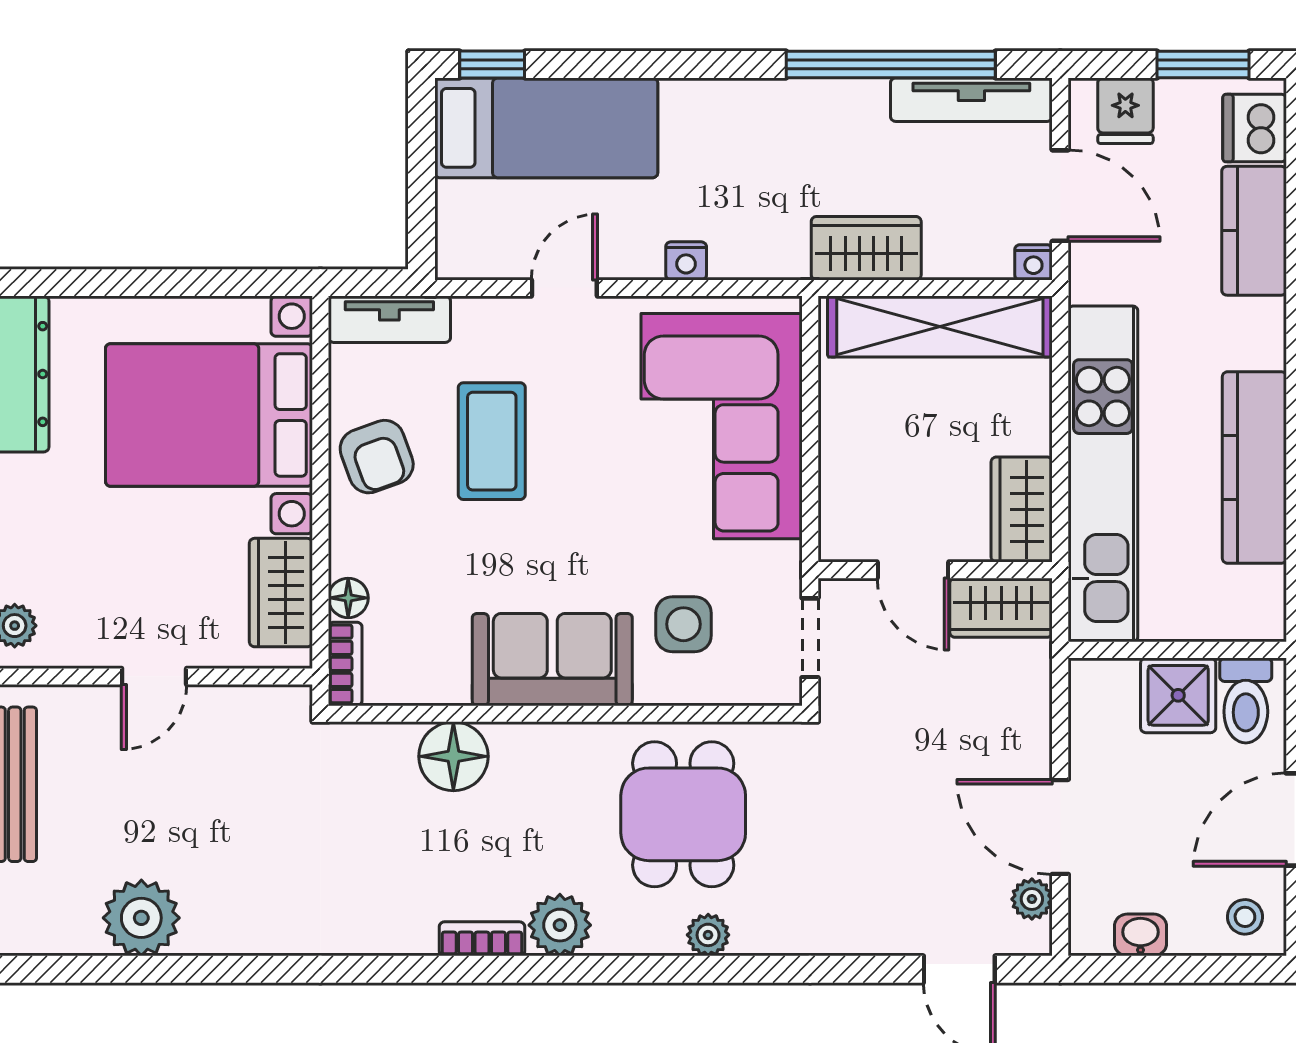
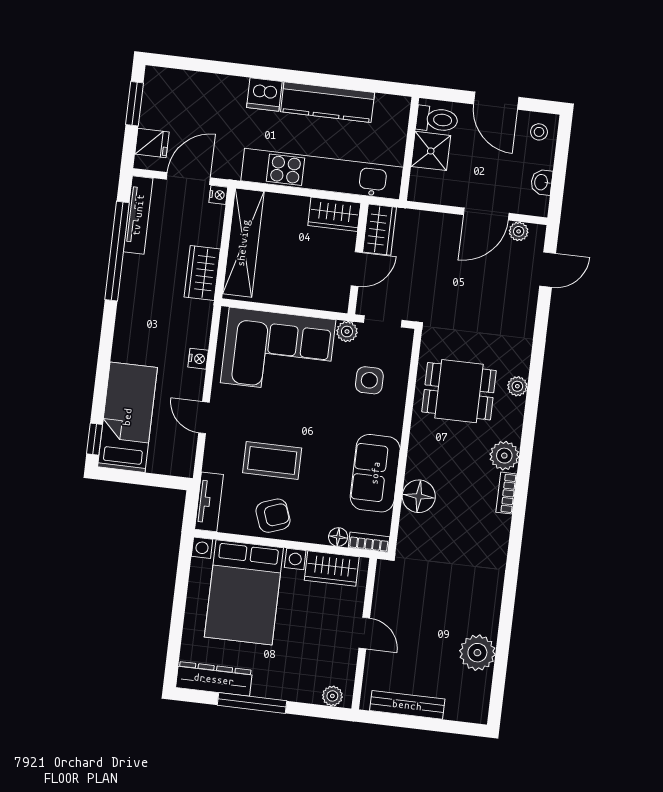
dishwasher: (1255, 128) -> (264, 95), moved
kitchen counter: (1254, 231) -> (216, 89), removed
plant: (780, 565) -> (347, 332), added
sofa: (552, 660) -> (375, 473), moved

